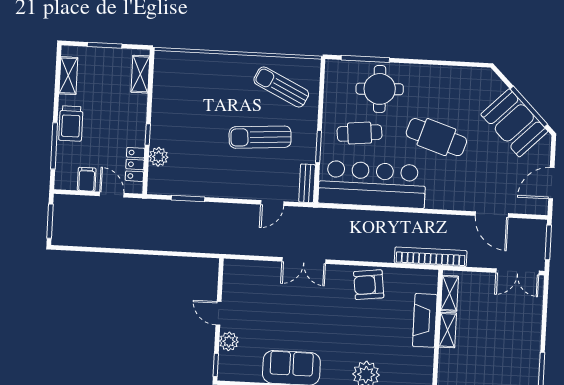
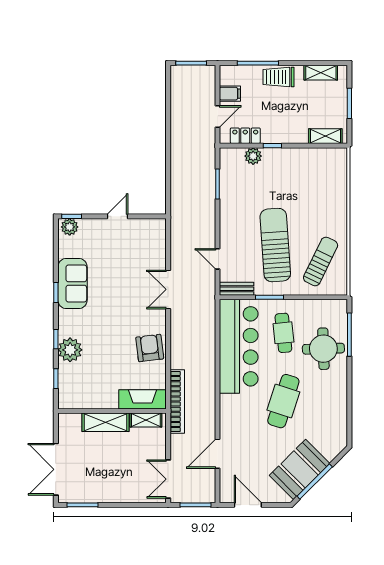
sun lounger: (260, 137) -> (275, 245), width x1.36, depth x1.34
fireplace: (425, 320) -> (143, 399), moved
shelving: (448, 330) -> (105, 422), width x1.50, depth x1.33
plant: (229, 341) -> (70, 227), moved

